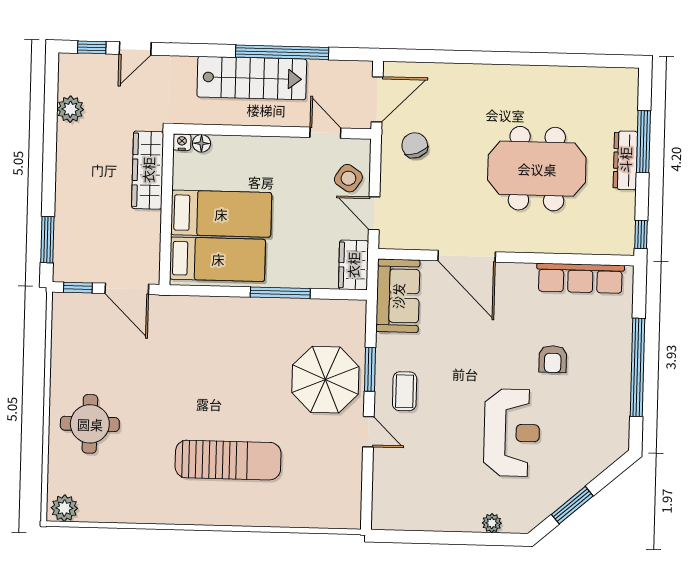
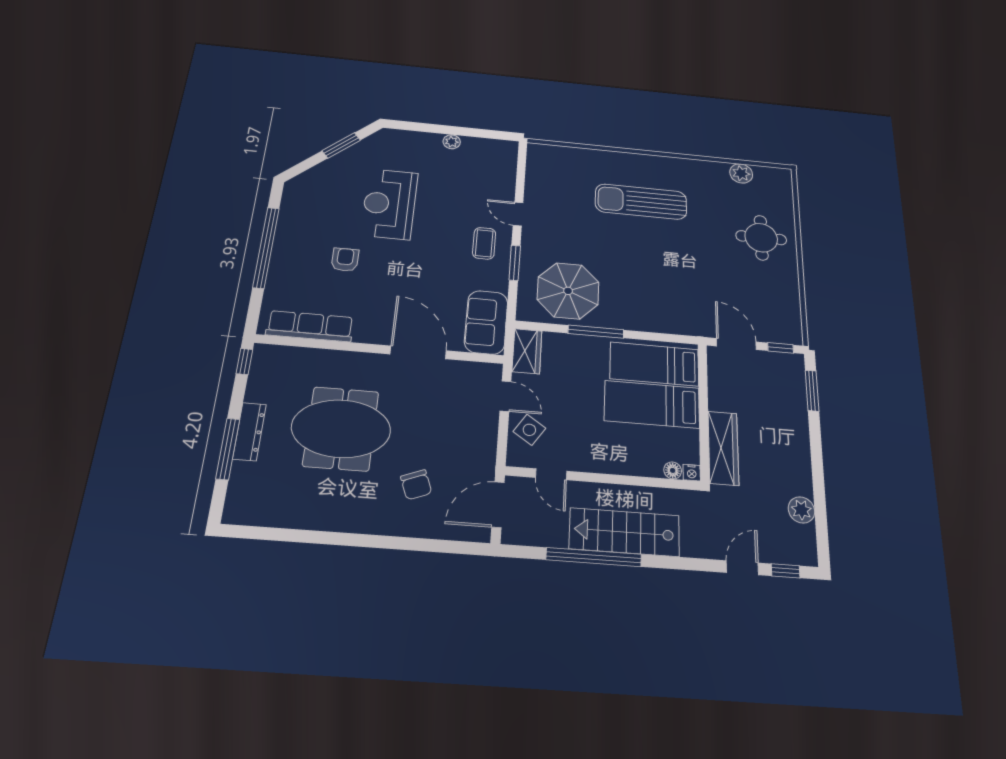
chair: (415, 145) -> (416, 485), moved
parasol: (325, 380) -> (568, 291), moved
plant: (64, 508) -> (741, 173), moved
plant: (492, 523) -> (452, 142), moved

